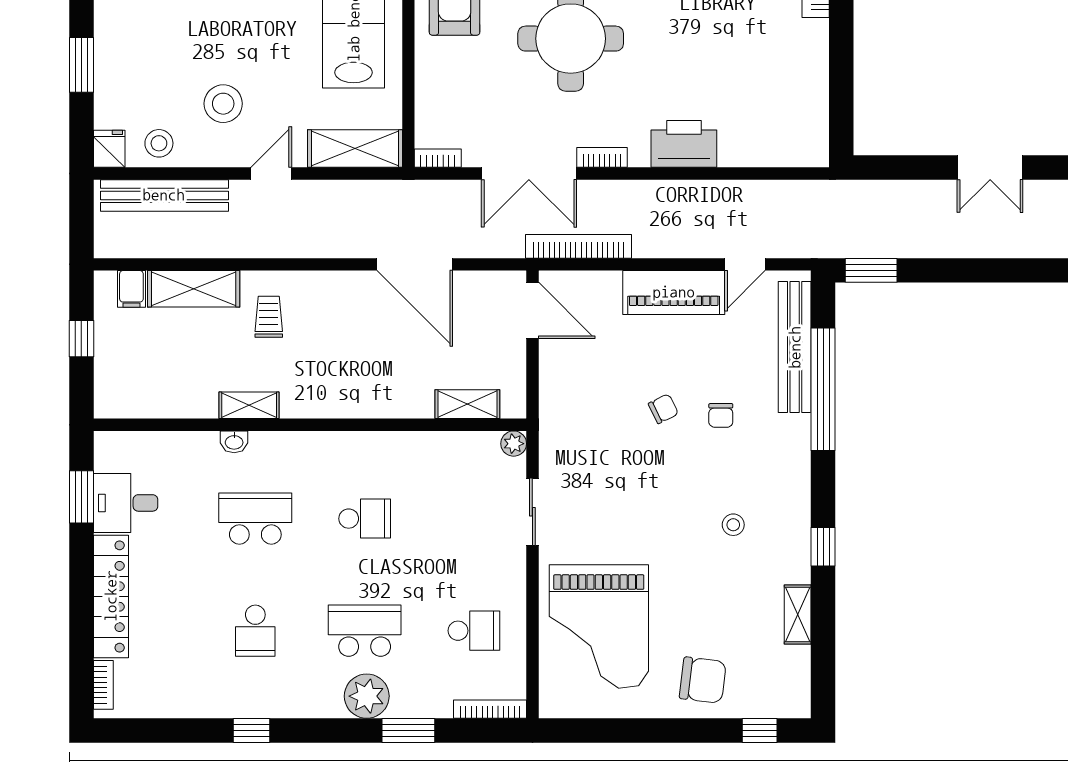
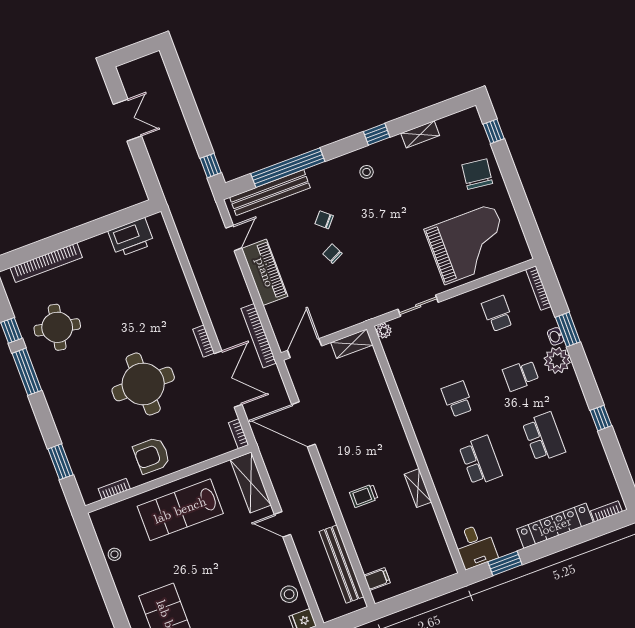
stool: (223, 104) -> (253, 566), removed
printer: (684, 144) -> (131, 237), moved, turned -90
bench: (164, 195) -> (342, 564), moved
door: (415, 264) -> (303, 424), swing flipped
door: (745, 264) -> (234, 238), hinge flipped
window: (871, 270) -> (211, 166), width x0.67
shelving: (194, 289) -> (364, 544), removed
window: (81, 339) -> (416, 597), removed
shelving: (467, 404) -> (352, 344), moved, turned 90
chair: (721, 415) -> (324, 220), turned -139
washbasin: (234, 442) -> (555, 336), moved, turned 180
desk: (126, 503) -> (475, 546), moved
school desk: (255, 519) -> (481, 461), turned 180
stool: (733, 525) -> (367, 172), moved
school desk: (255, 631) -> (544, 437), width x1.85
school desk: (365, 631) -> (521, 375), width x0.54

